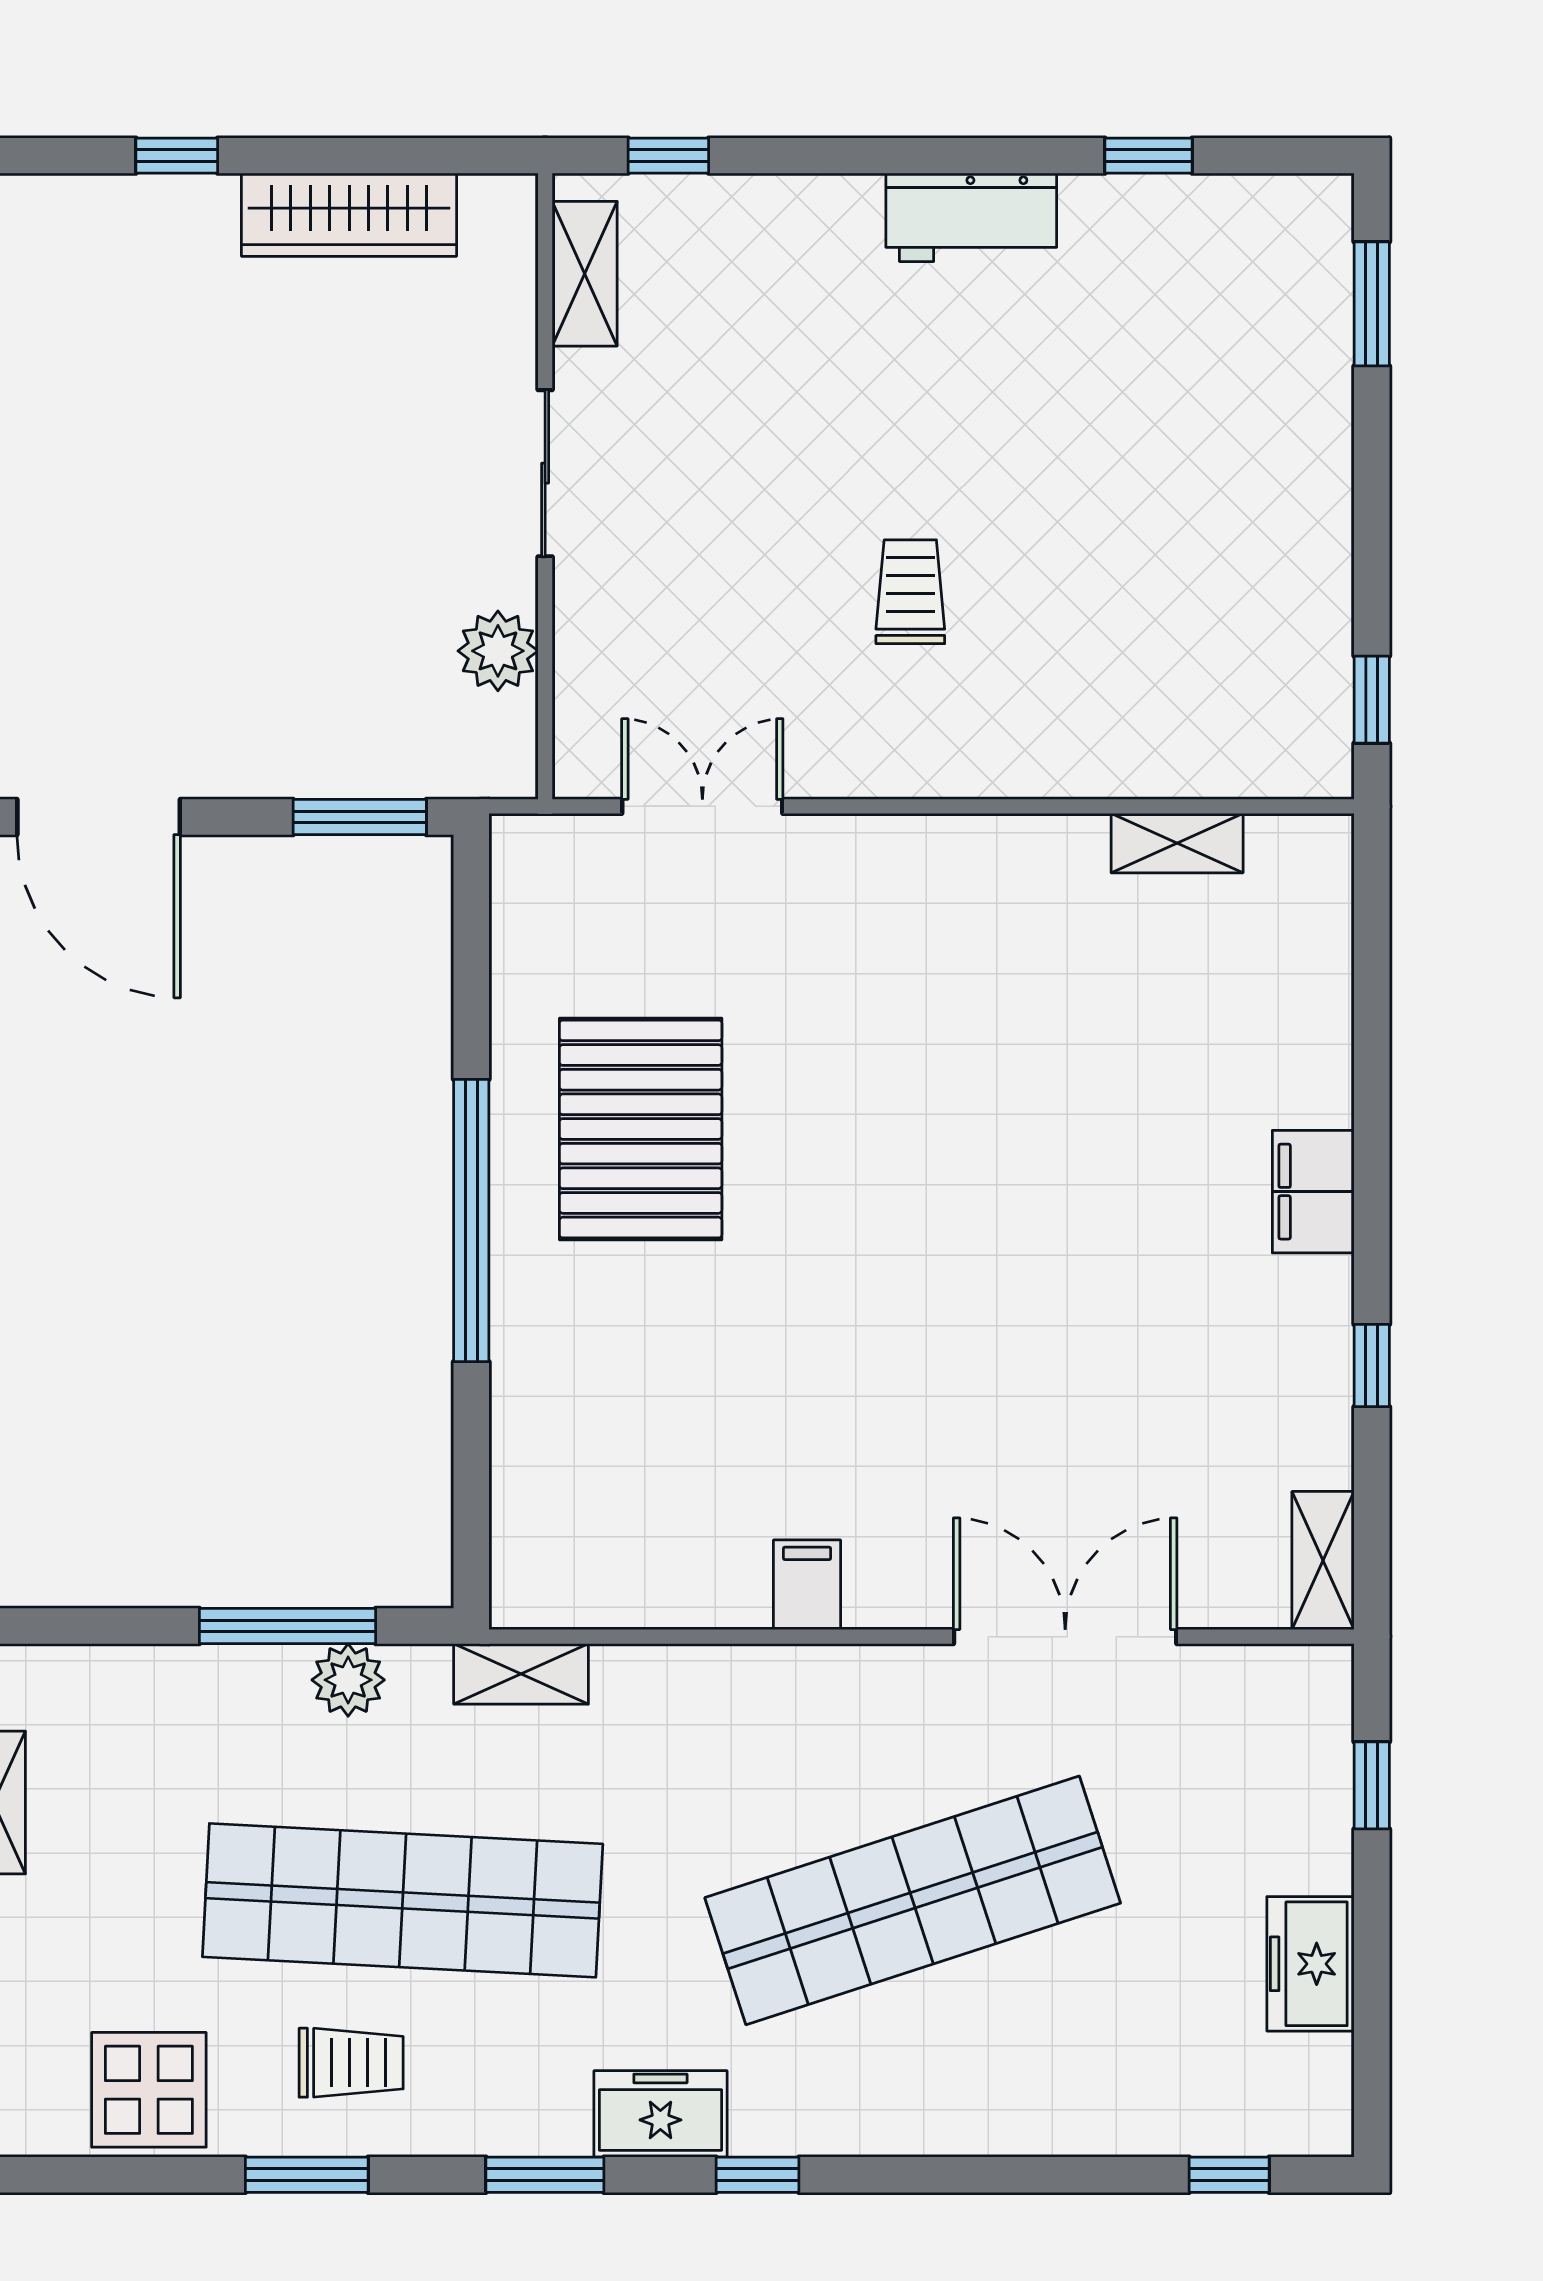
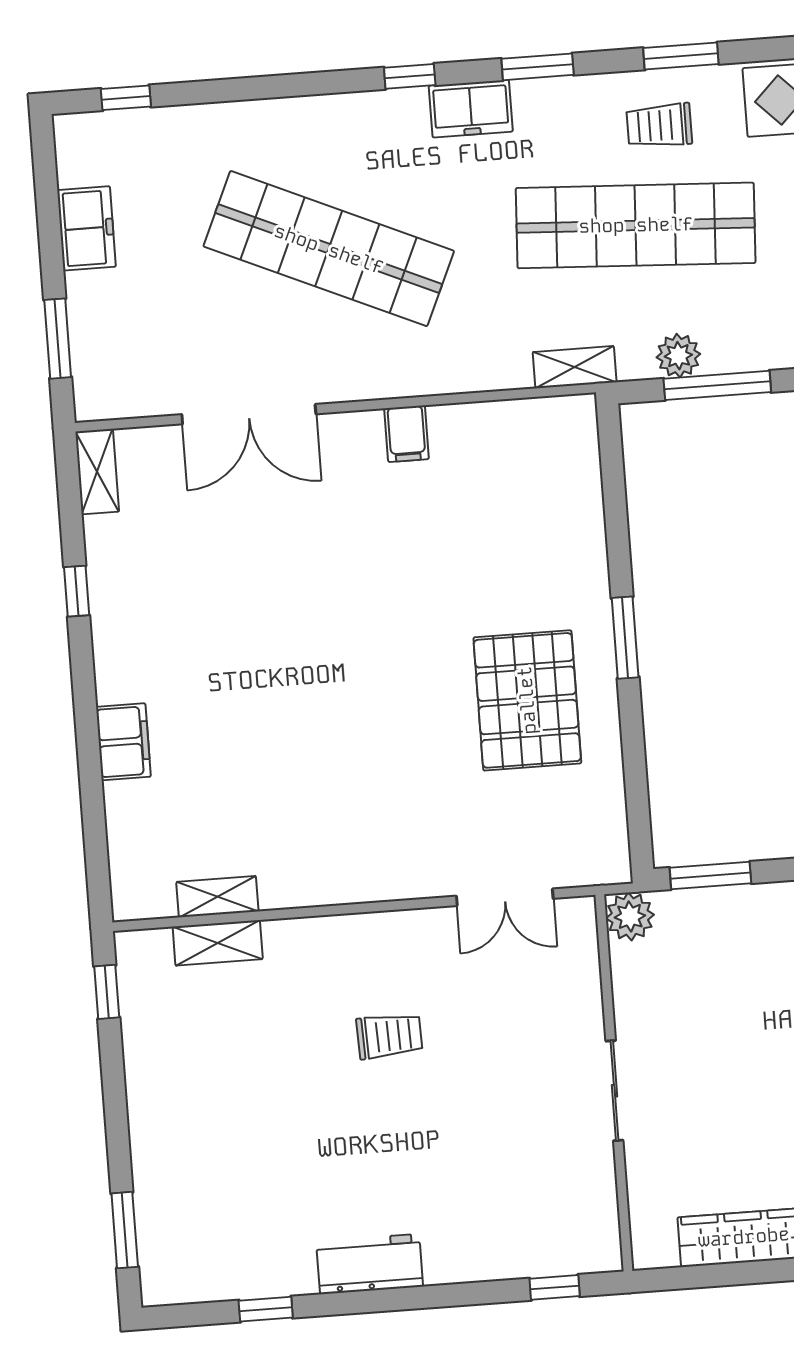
shelving: (585, 274) -> (218, 943), moved, turned 90
trolley: (910, 592) -> (389, 1036), turned -92
plant: (498, 651) -> (630, 916), moved
filing cabinet: (1313, 1192) -> (123, 742), moved
window: (471, 1221) -> (625, 638), width x0.47
window: (1372, 1785) -> (58, 339), width x1.50
shop shelf: (913, 1900) -> (329, 249), turned 42

